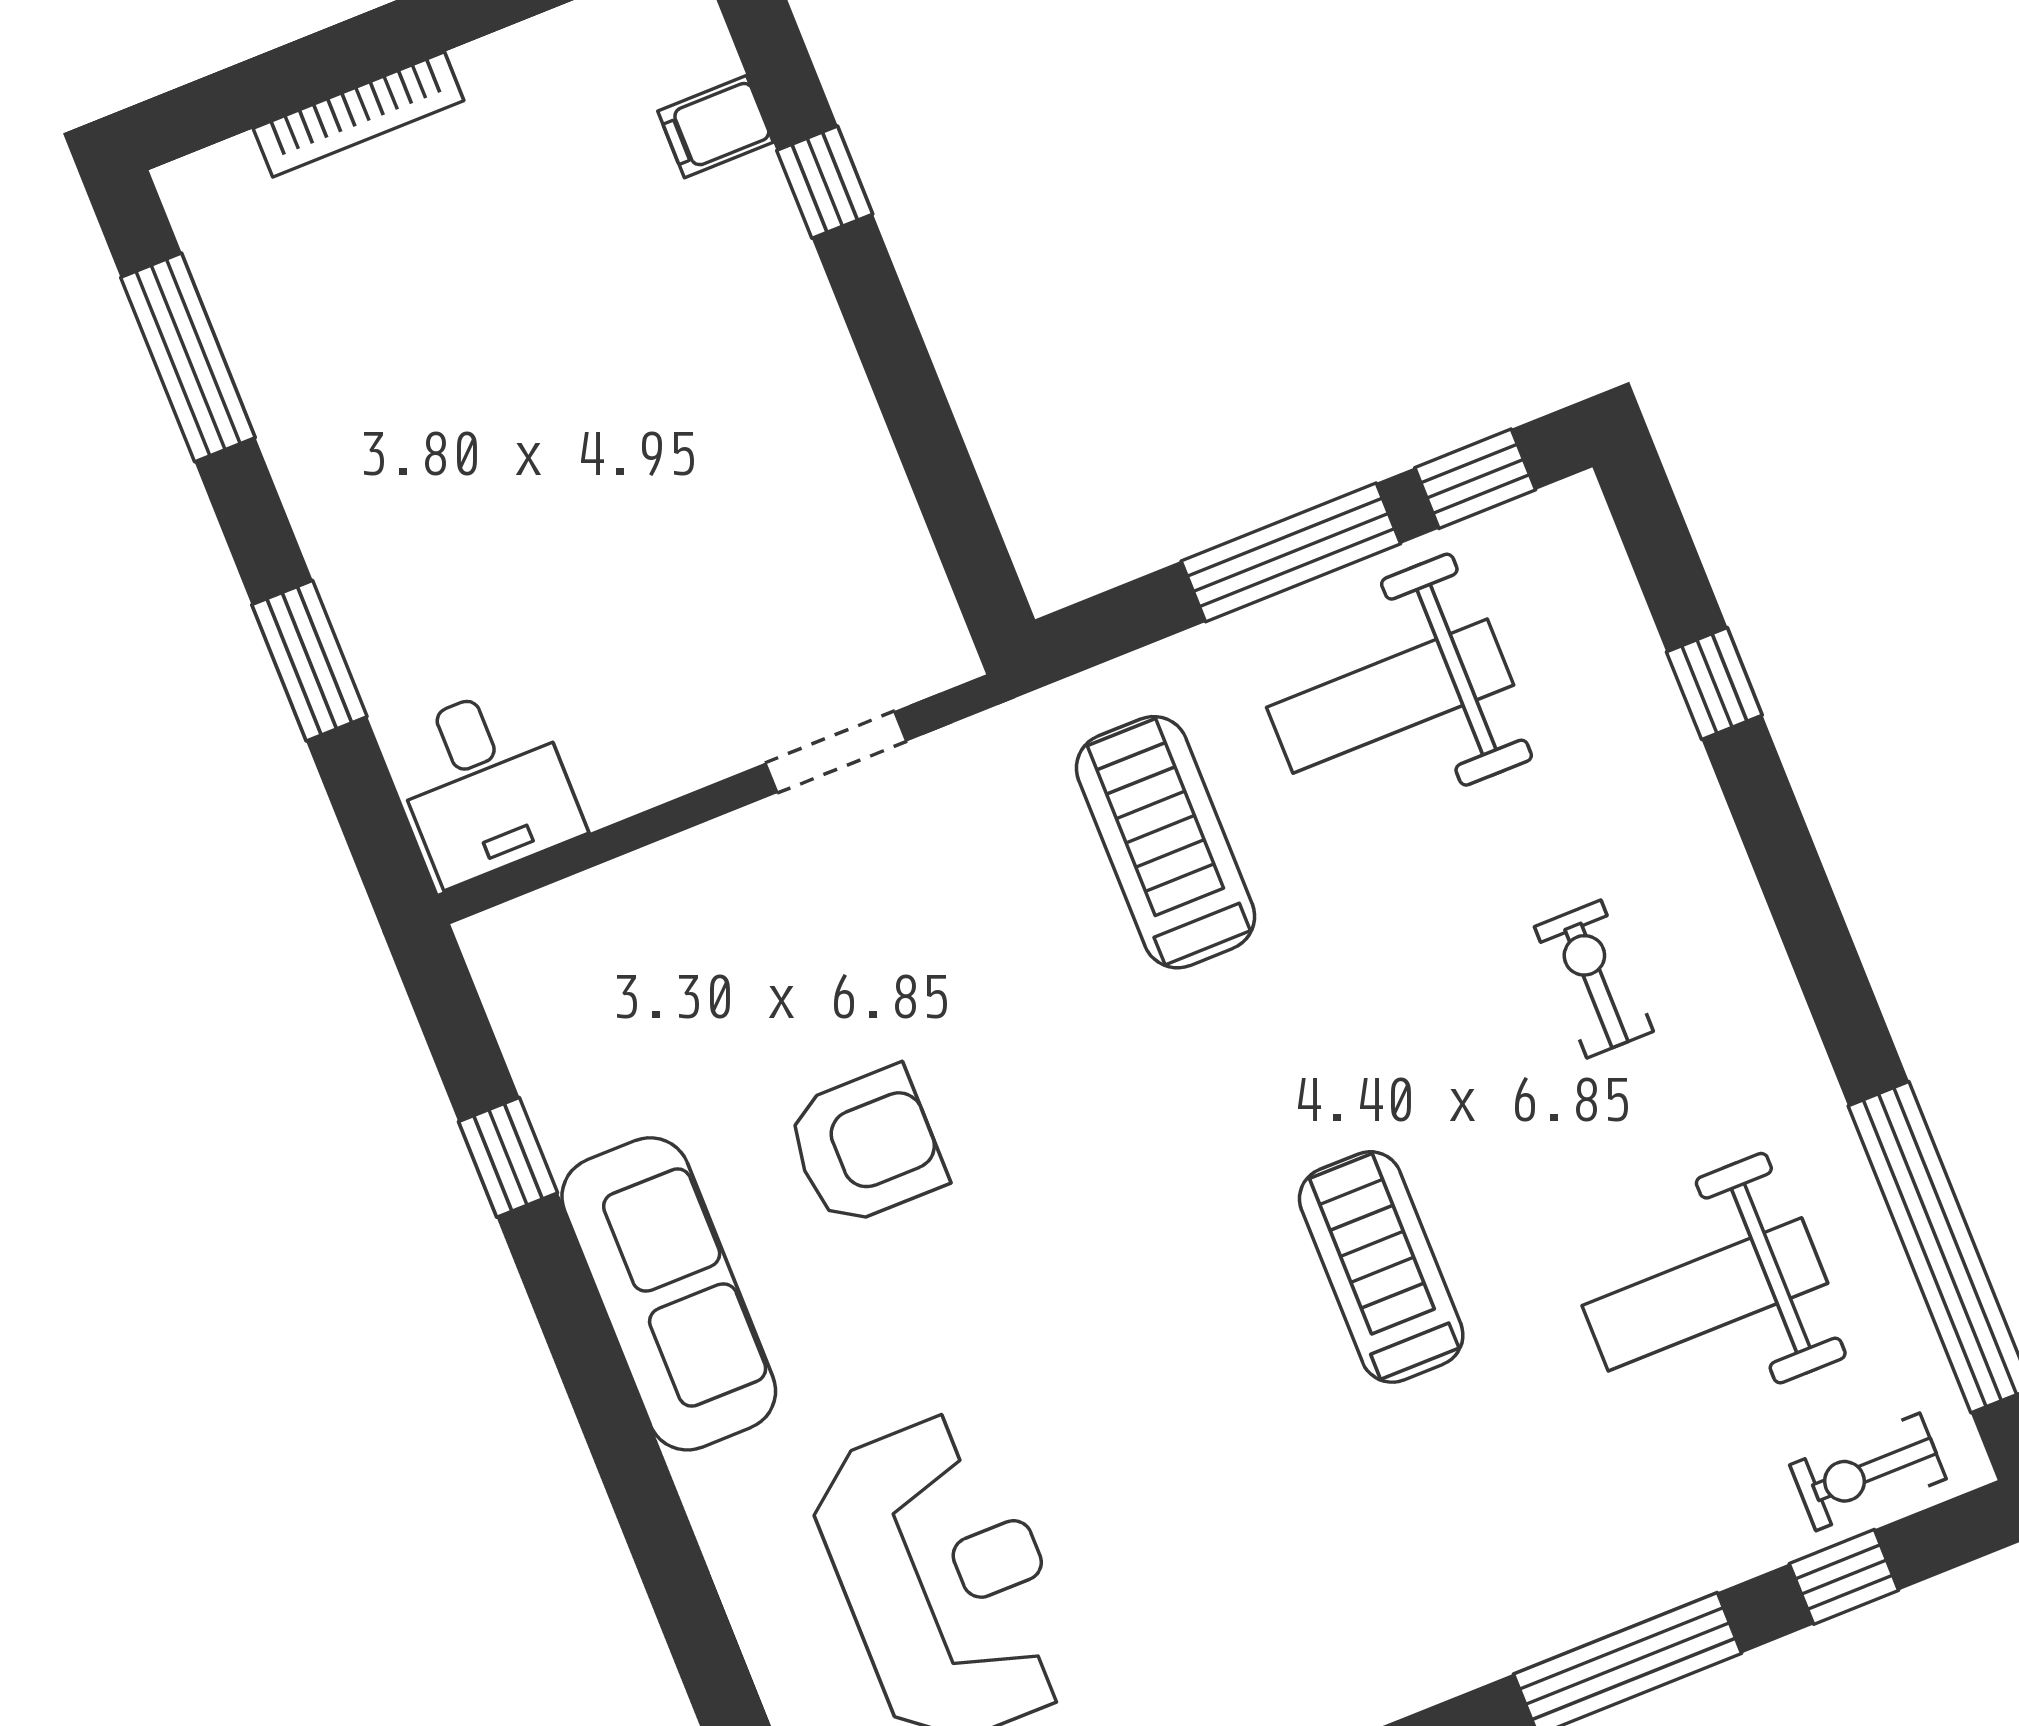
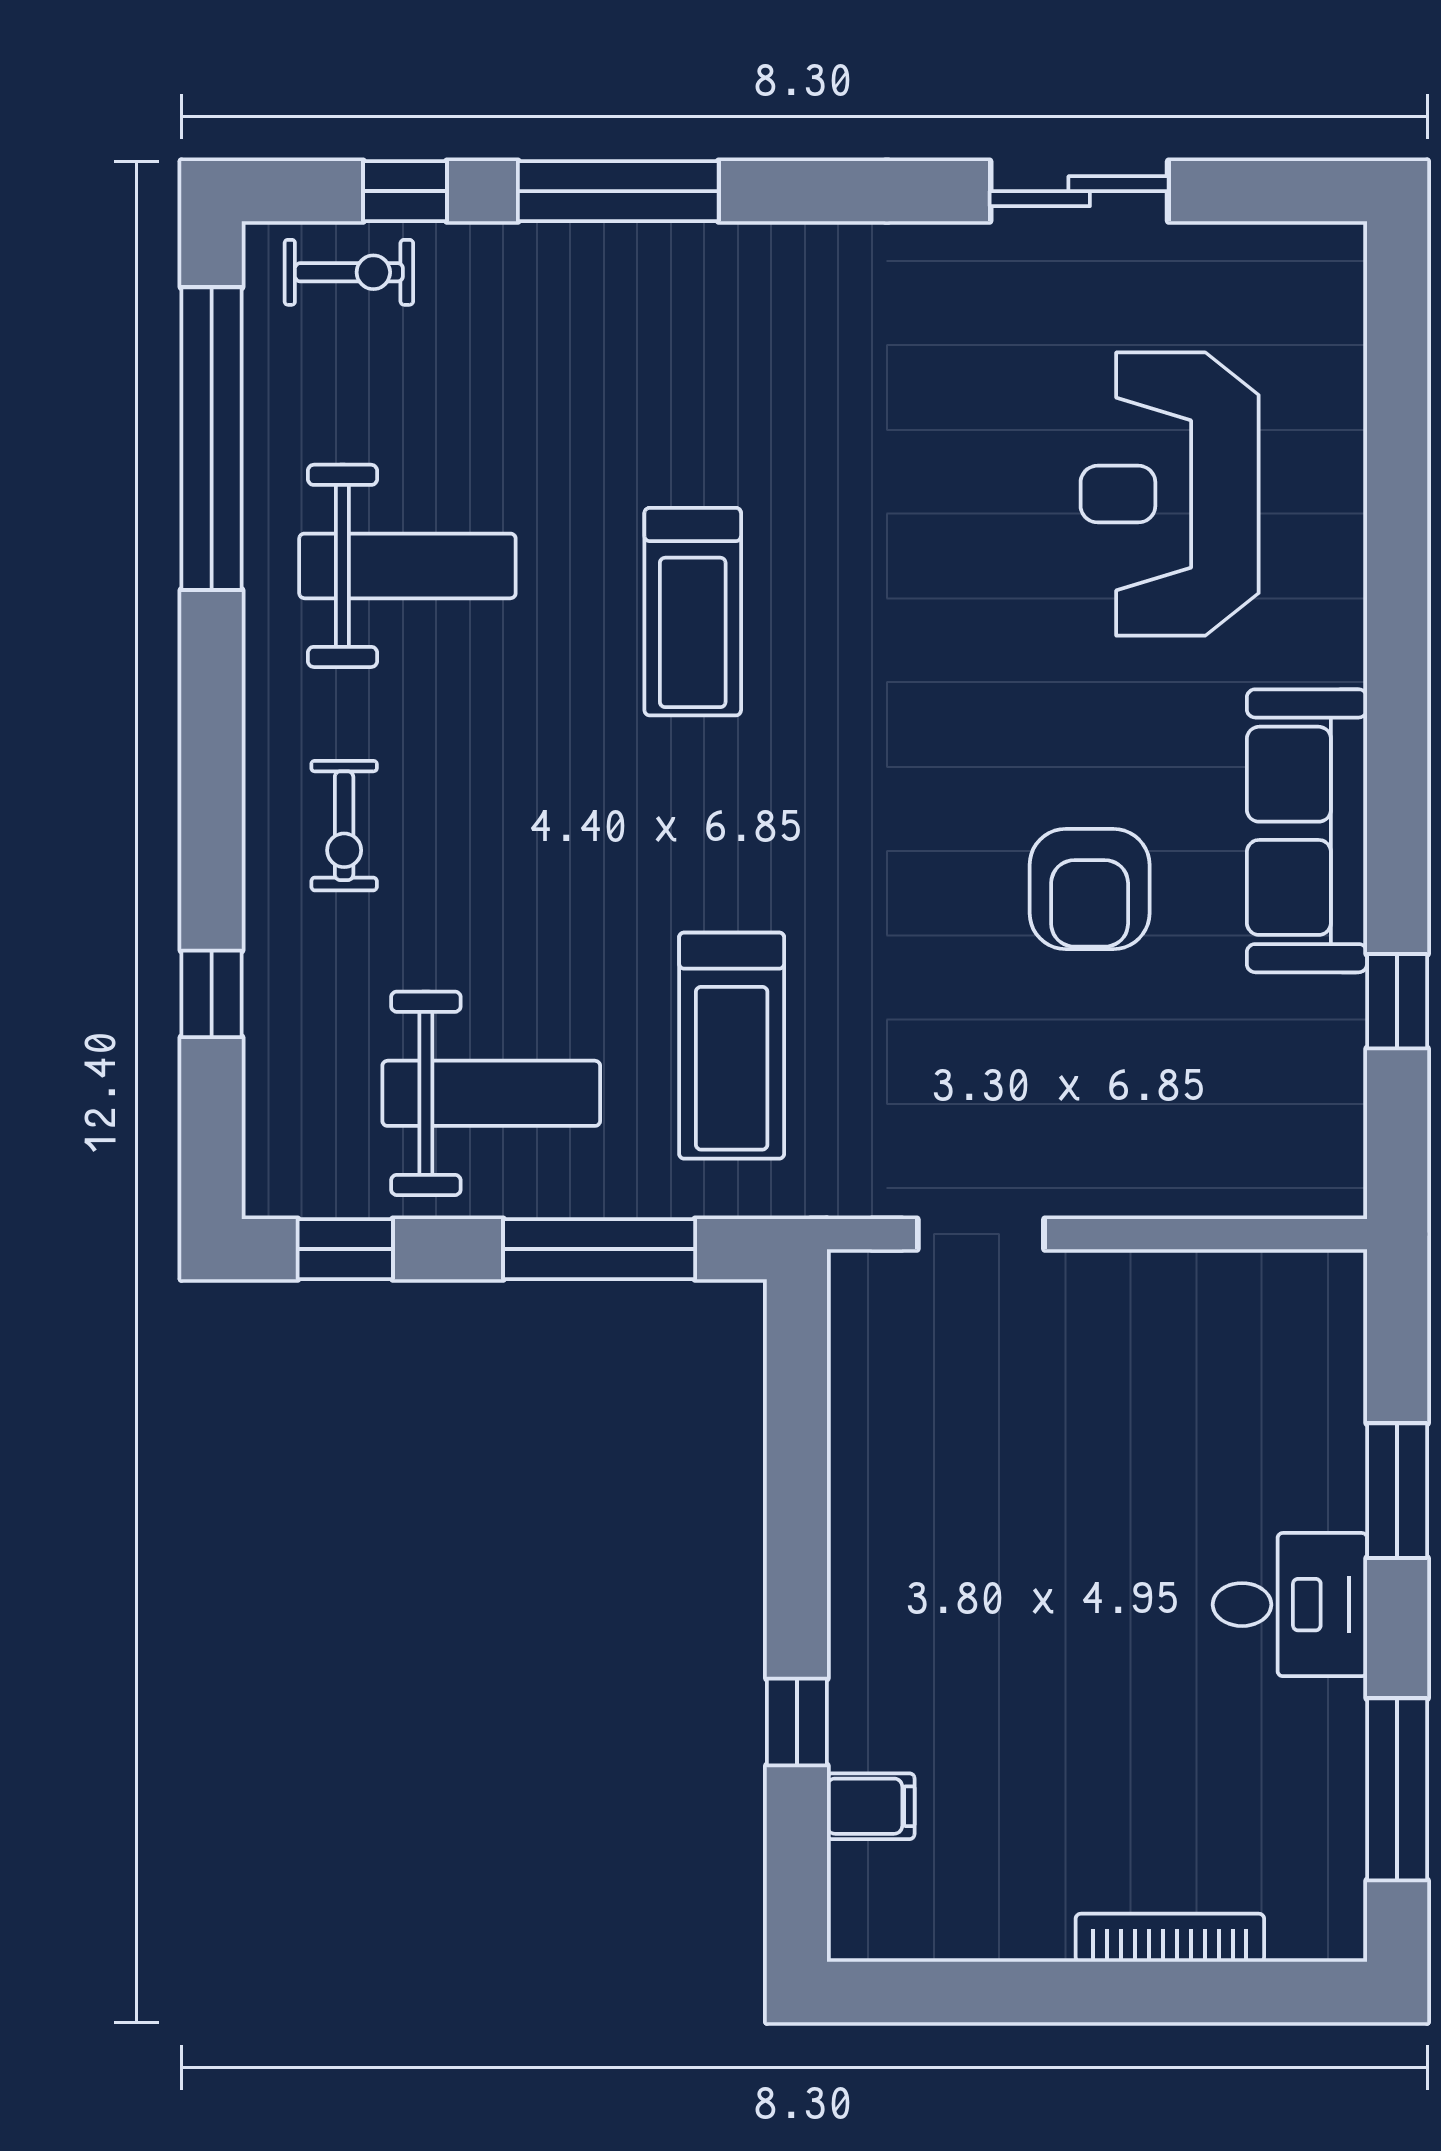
window: (1291, 552) -> (599, 1249), moved
desk: (485, 784) -> (1290, 1605), moved, turned 90
exercise bike: (1594, 979) -> (344, 826), moved
armchair: (866, 1147) -> (1090, 889), turned -90
weight bench: (1705, 1294) -> (407, 566), moved

